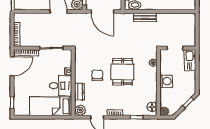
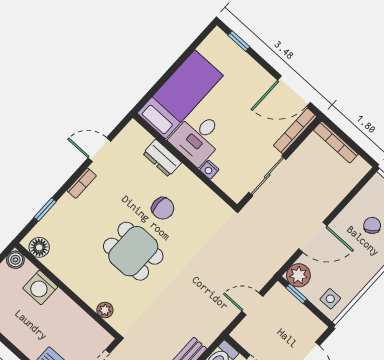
door: (102, 12) -> (252, 304), width x0.53
door: (12, 66) -> (294, 91), hinge flipped
washing machine: (166, 81) -> (40, 287), moved
plant: (80, 110) -> (133, 134), removed

